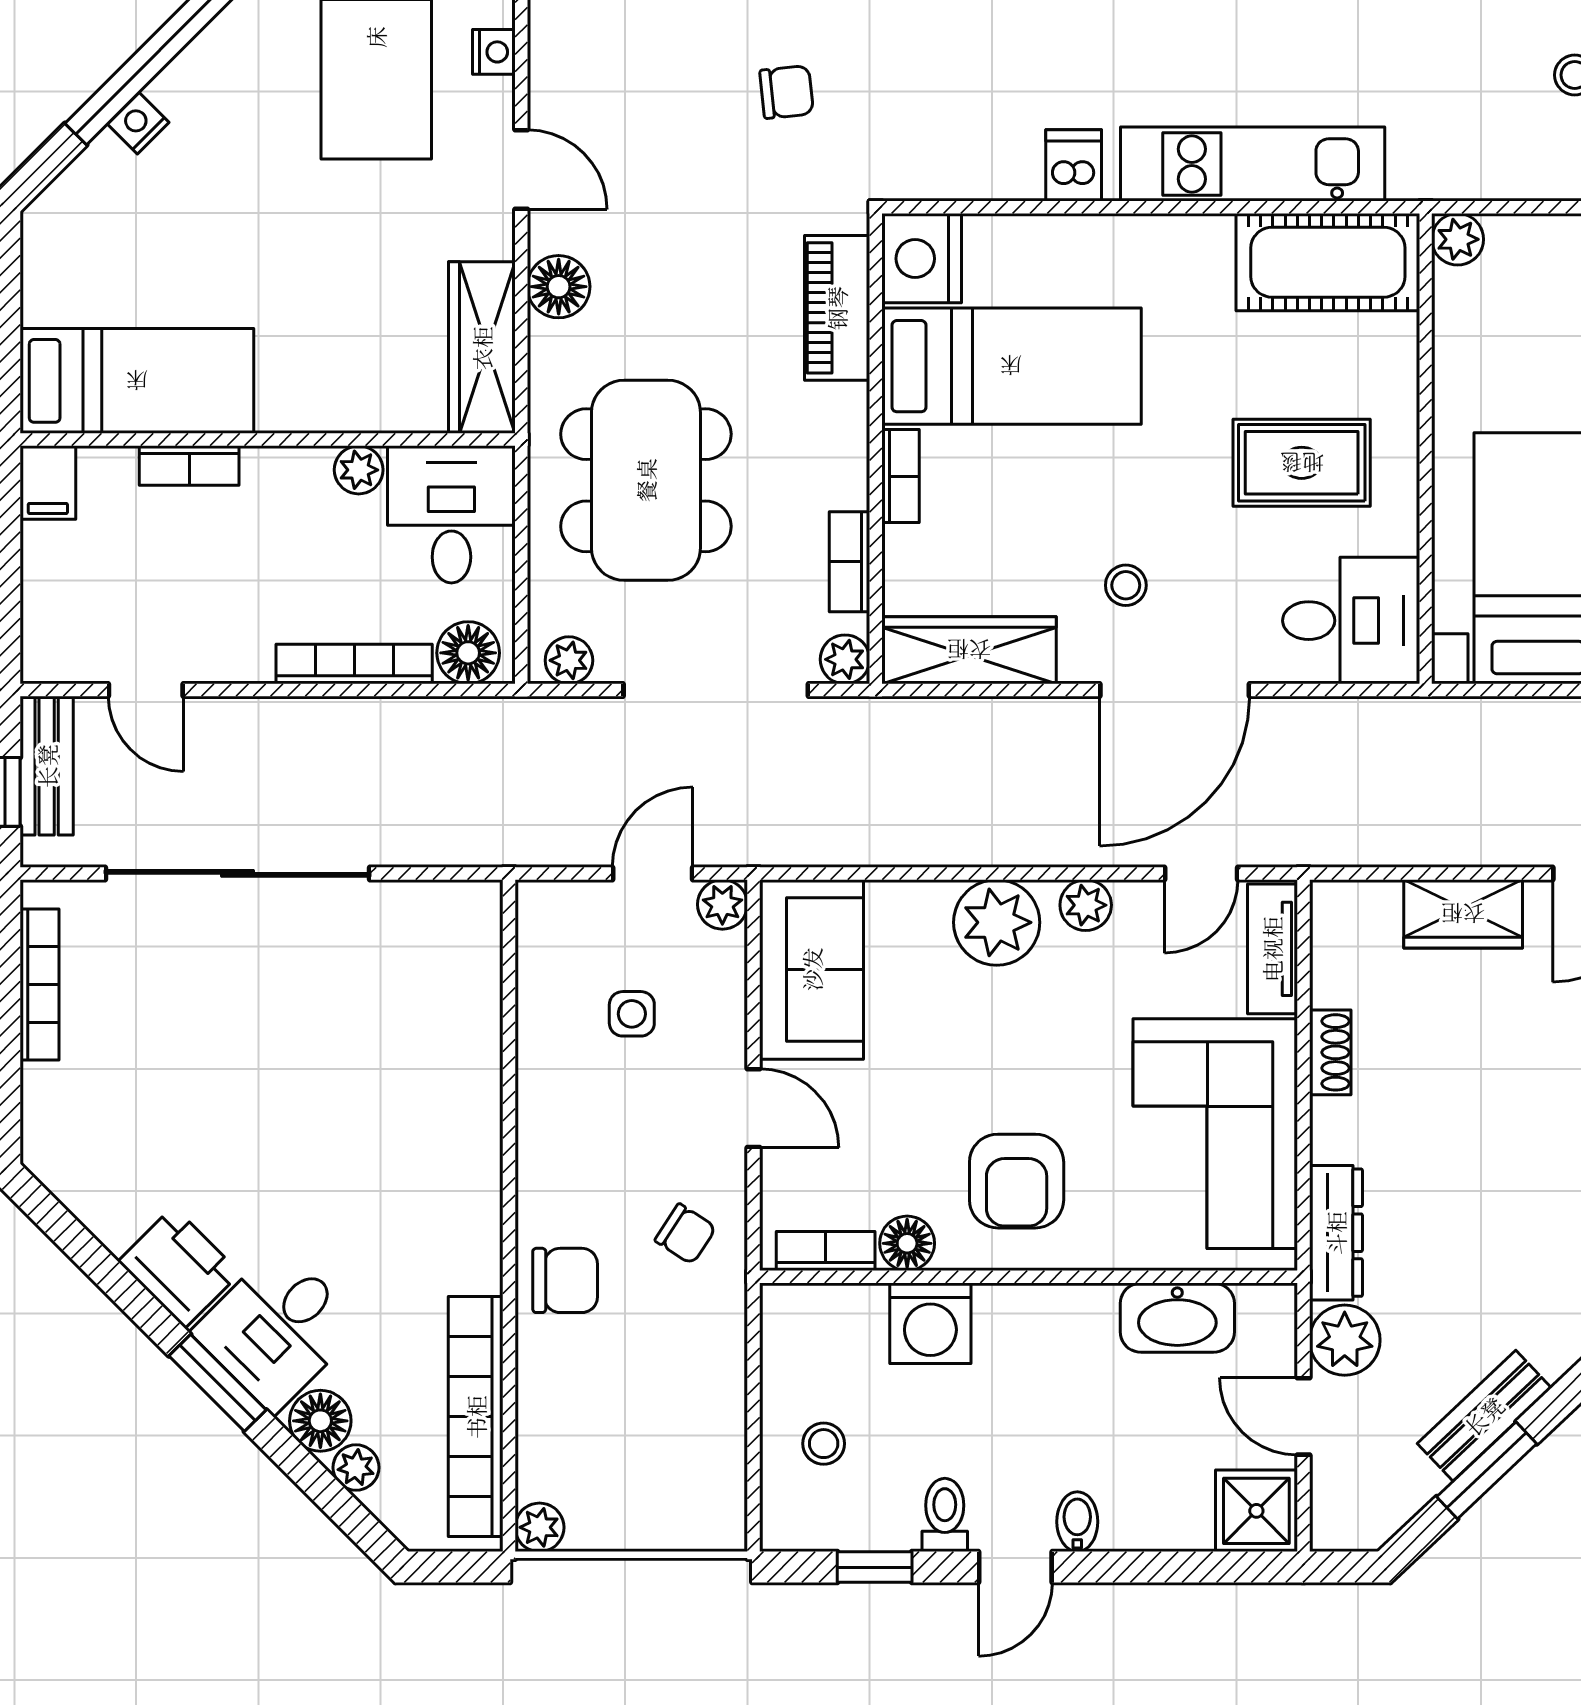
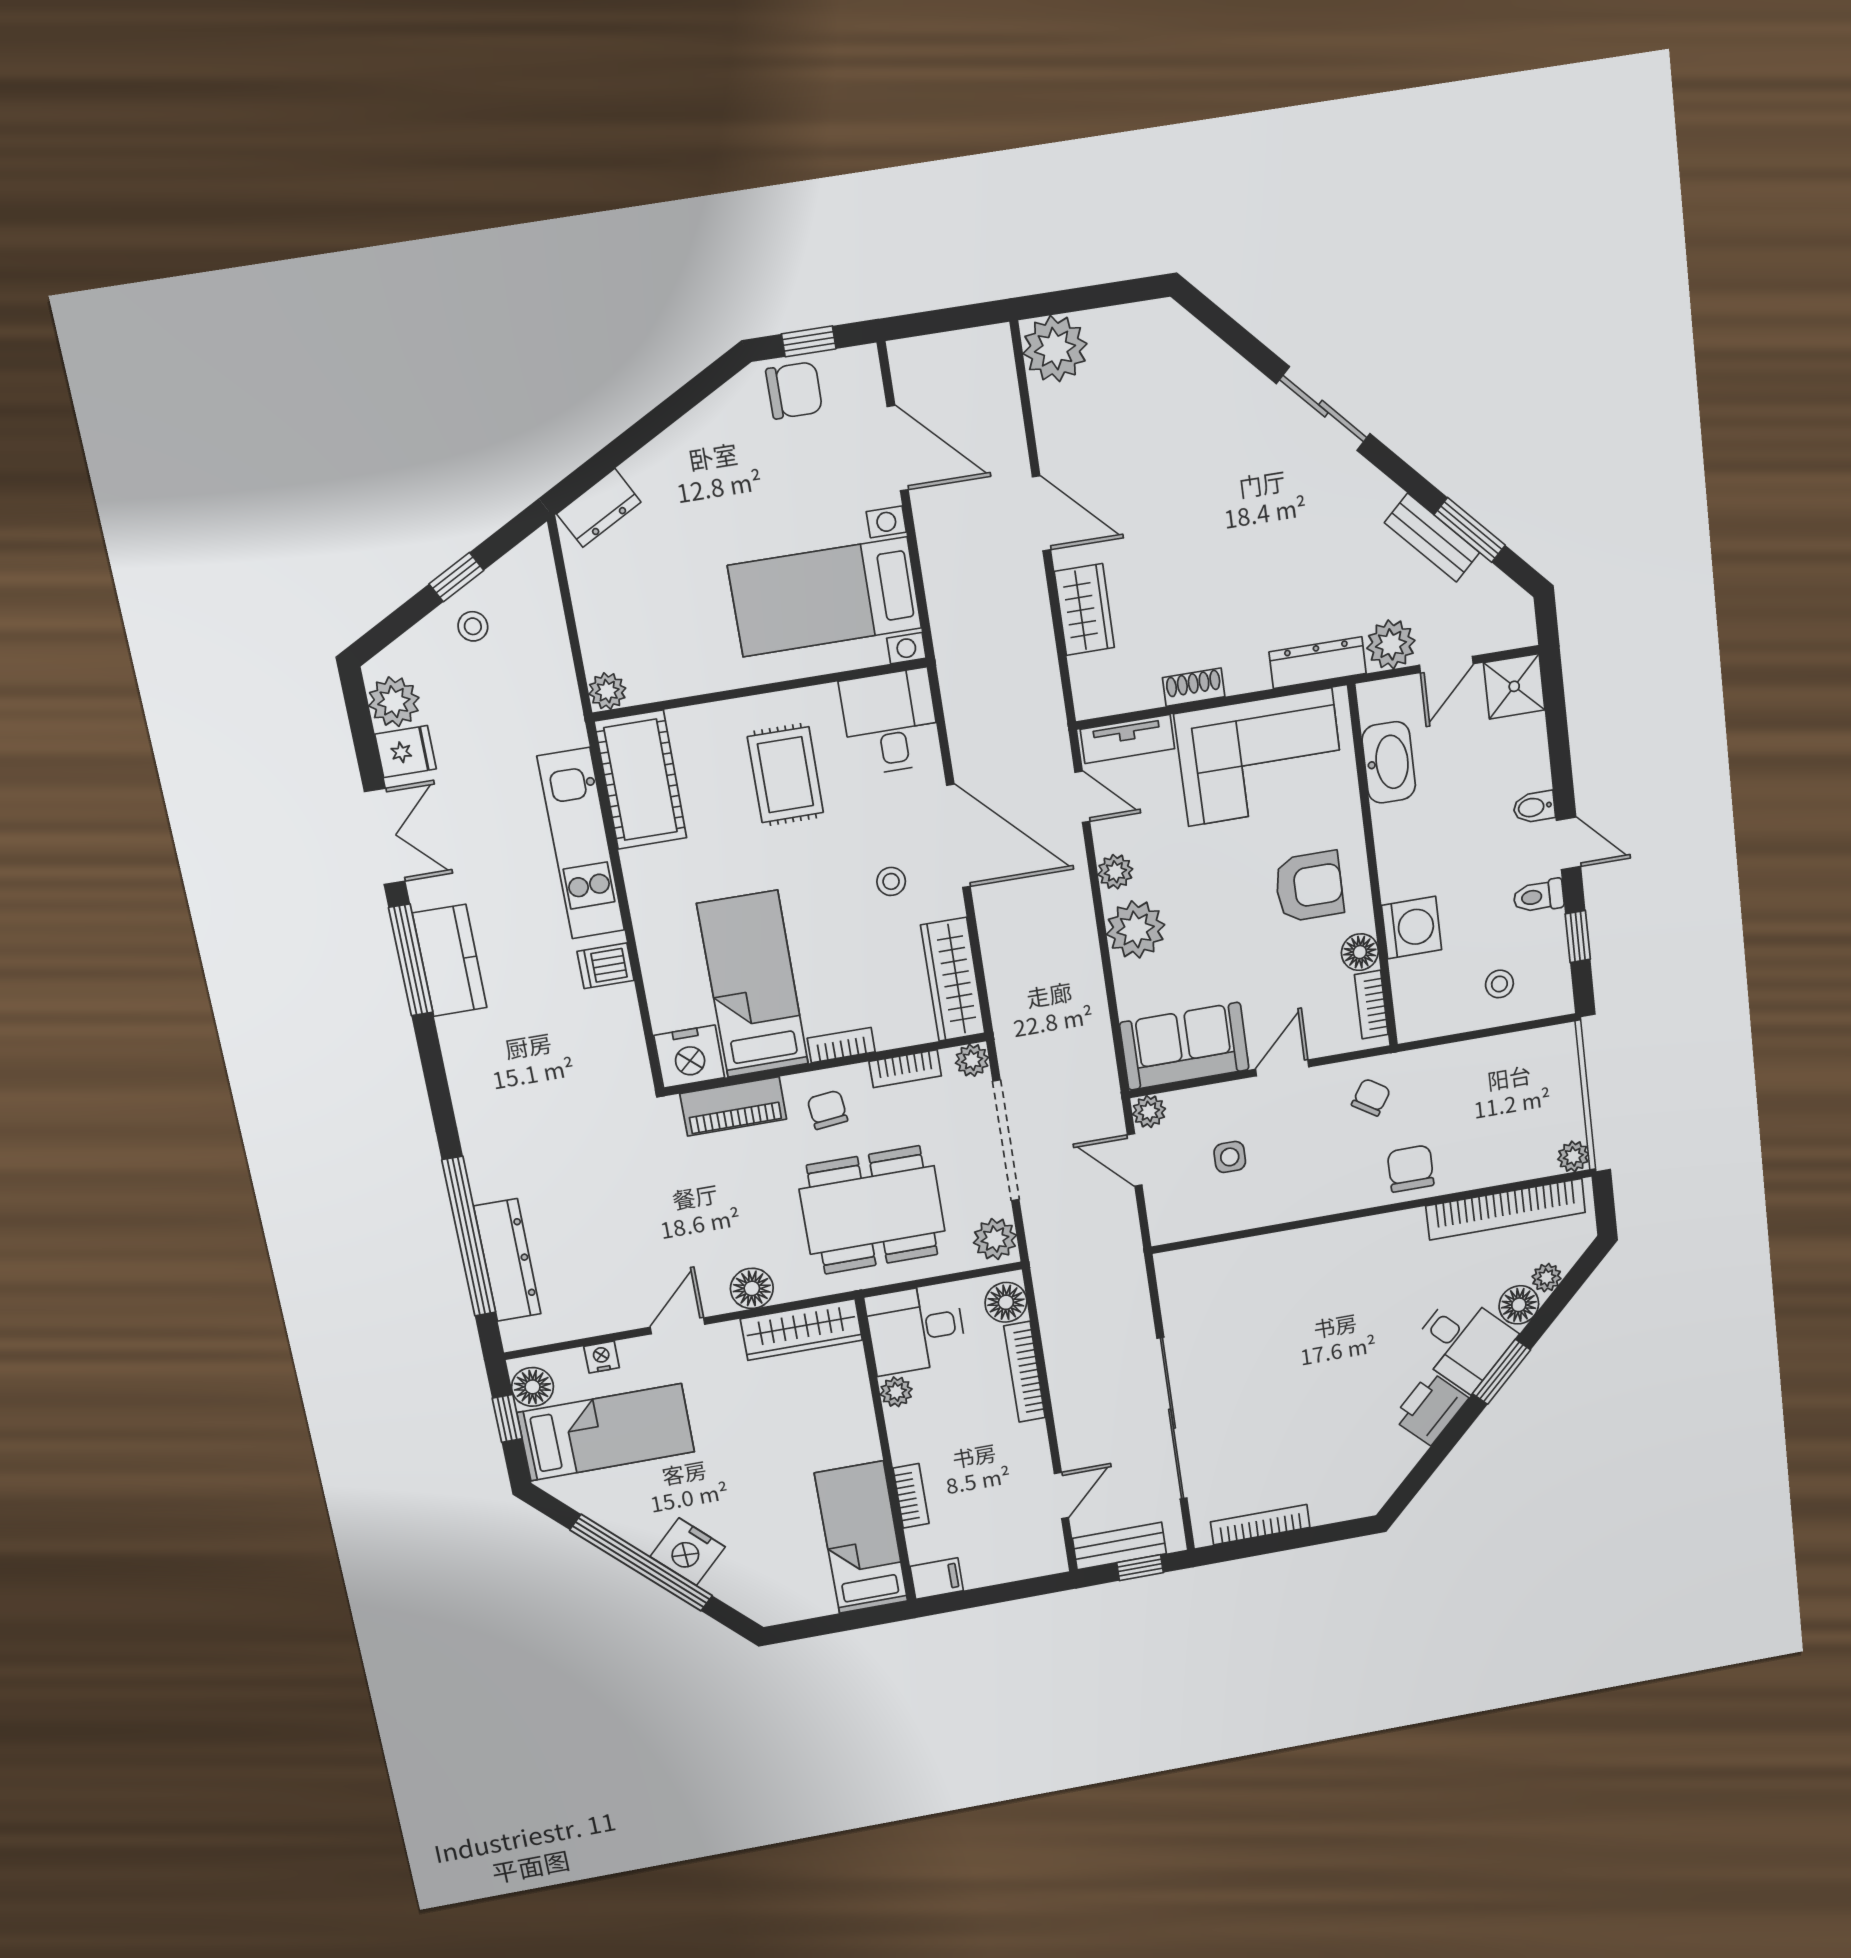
chair: (787, 92) -> (827, 1110), moved
nightstand: (138, 123) -> (688, 1552), width x1.89, depth x1.79
plant: (569, 660) -> (995, 1239), width x1.38, depth x1.38

